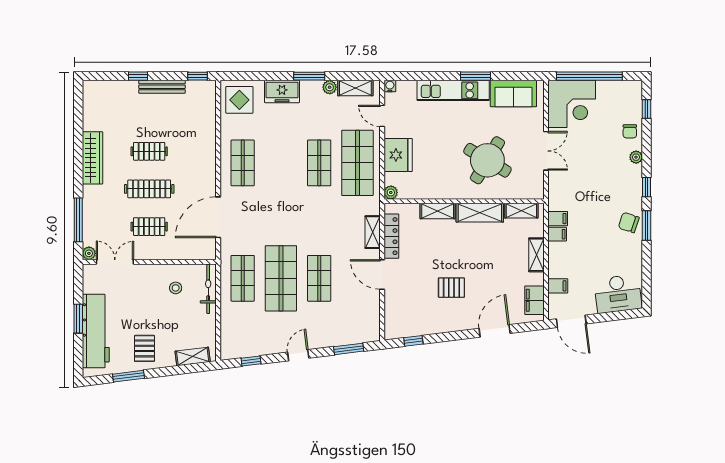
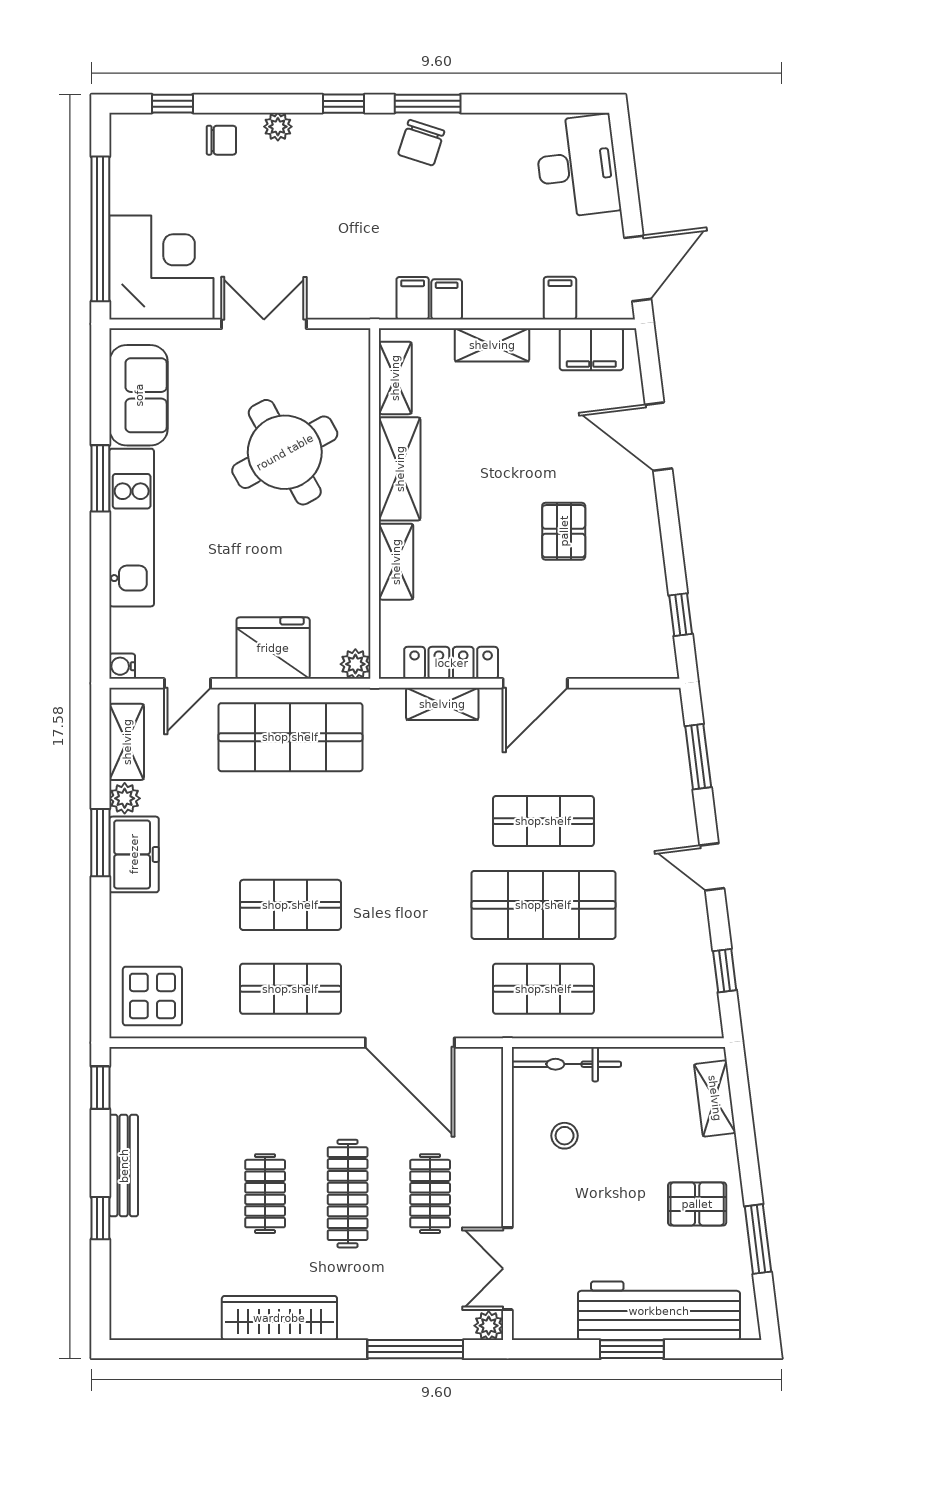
freezer: (282, 92) -> (134, 854), moved
round table: (487, 160) -> (285, 452), turned 30
shop shelf: (319, 163) -> (290, 905), moved

